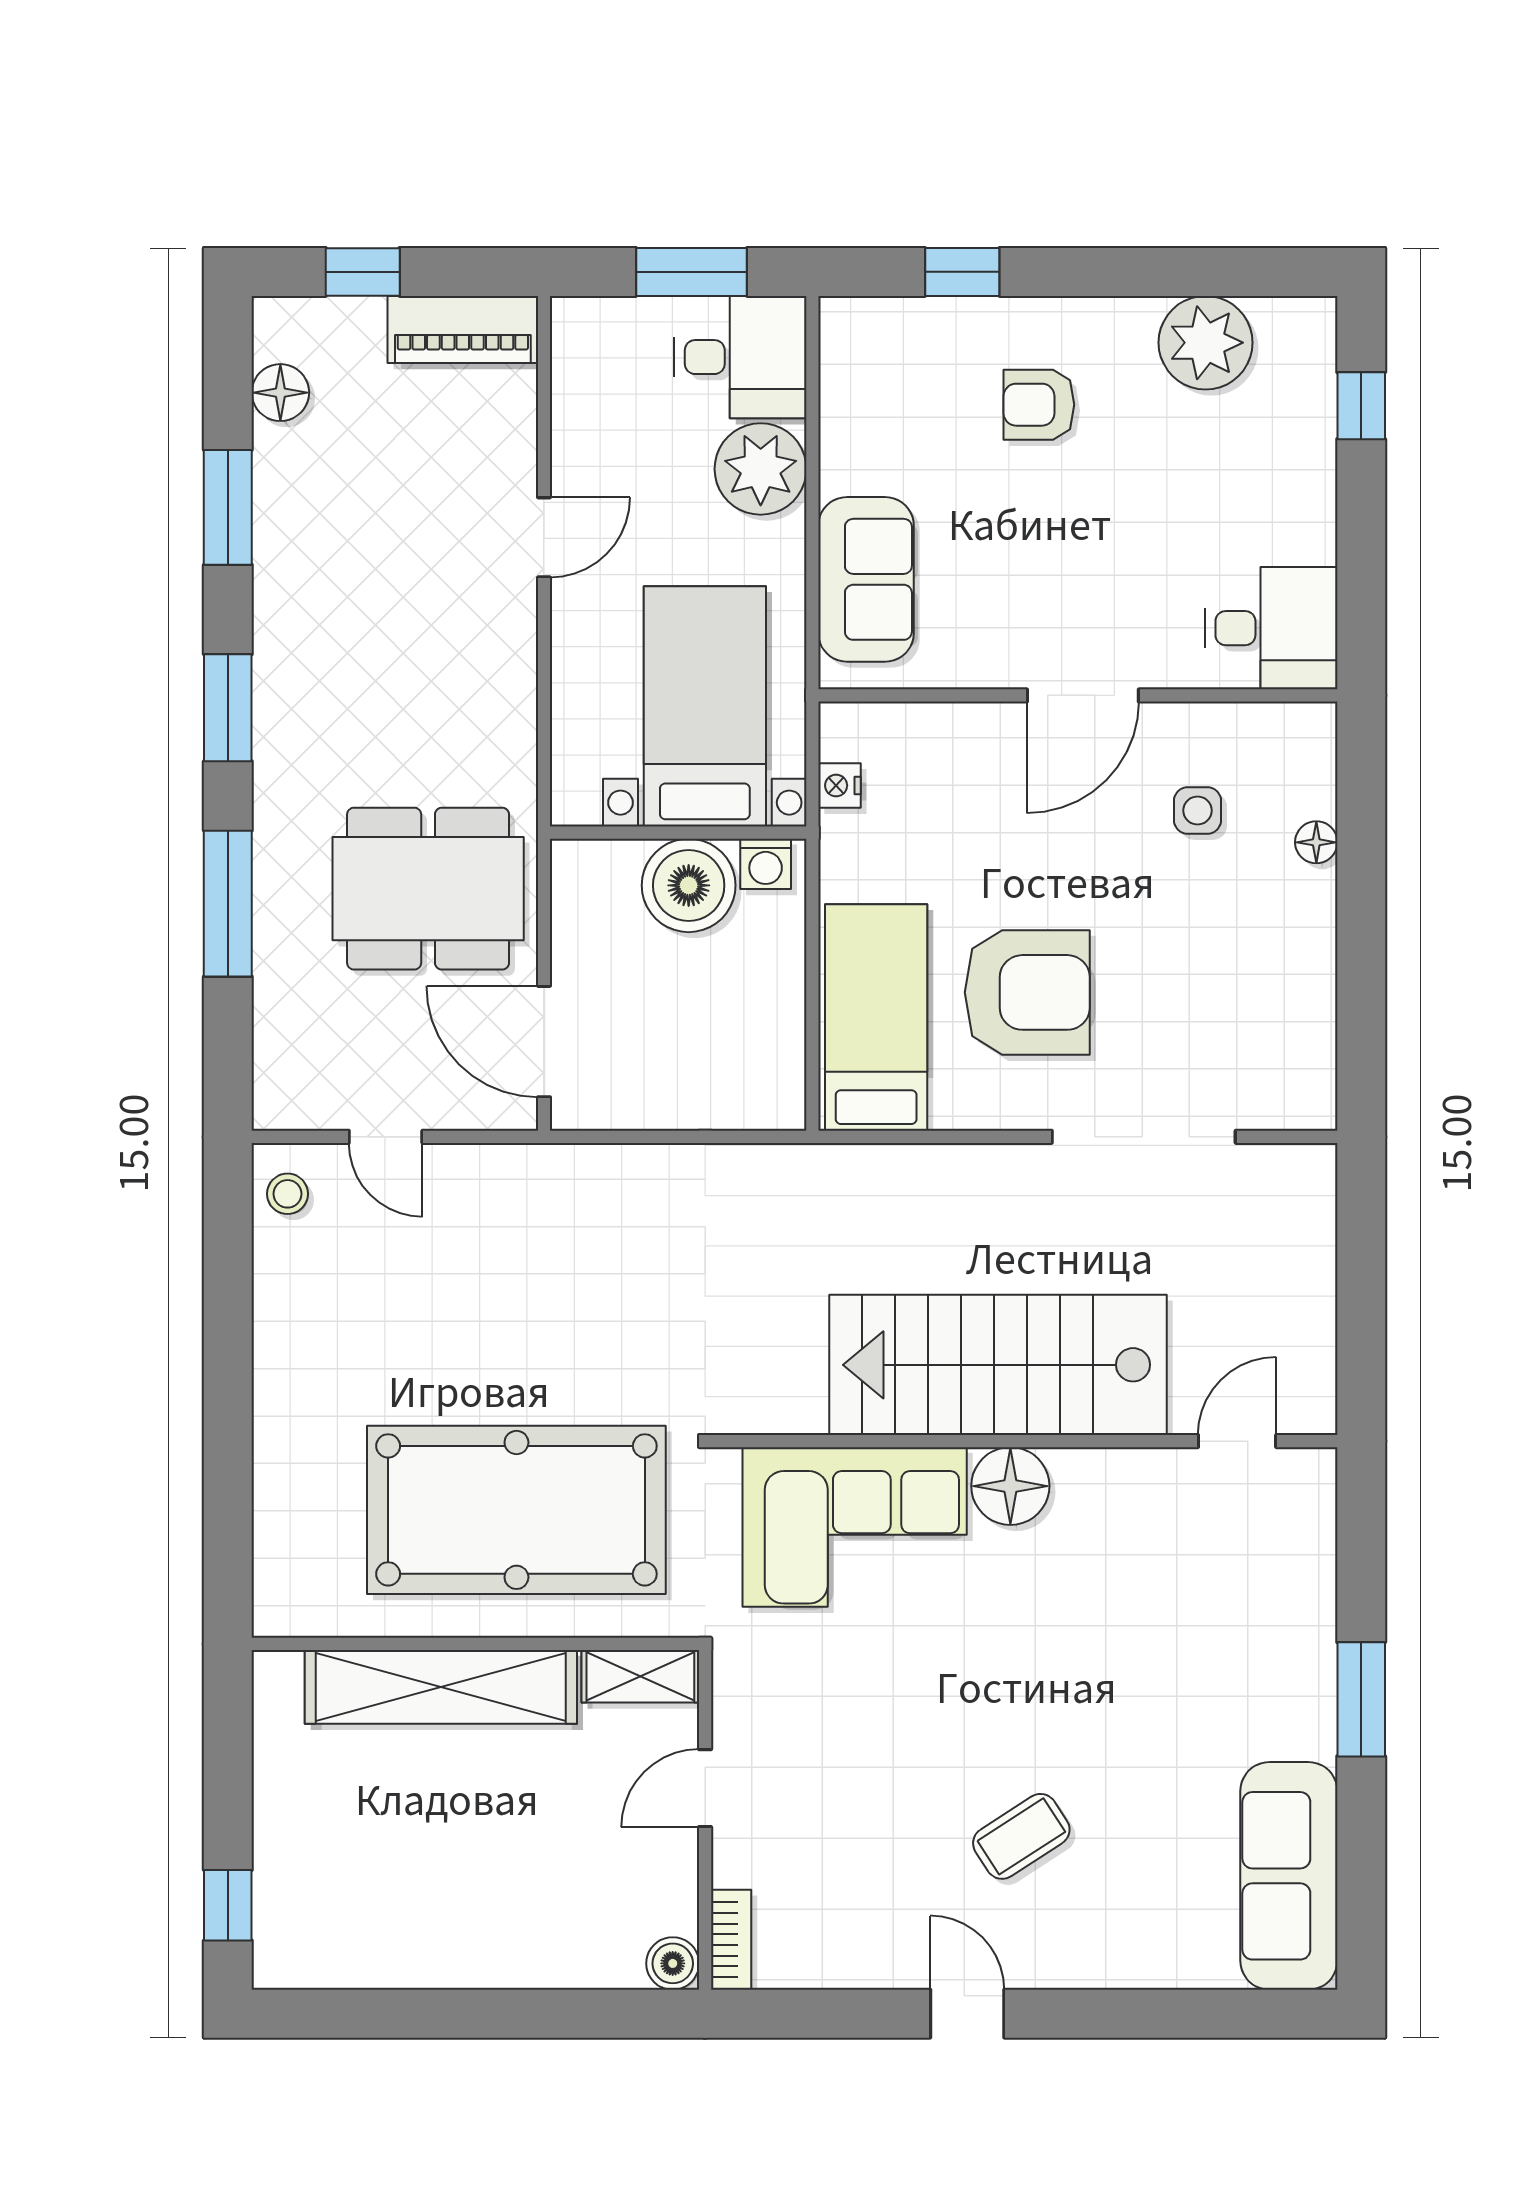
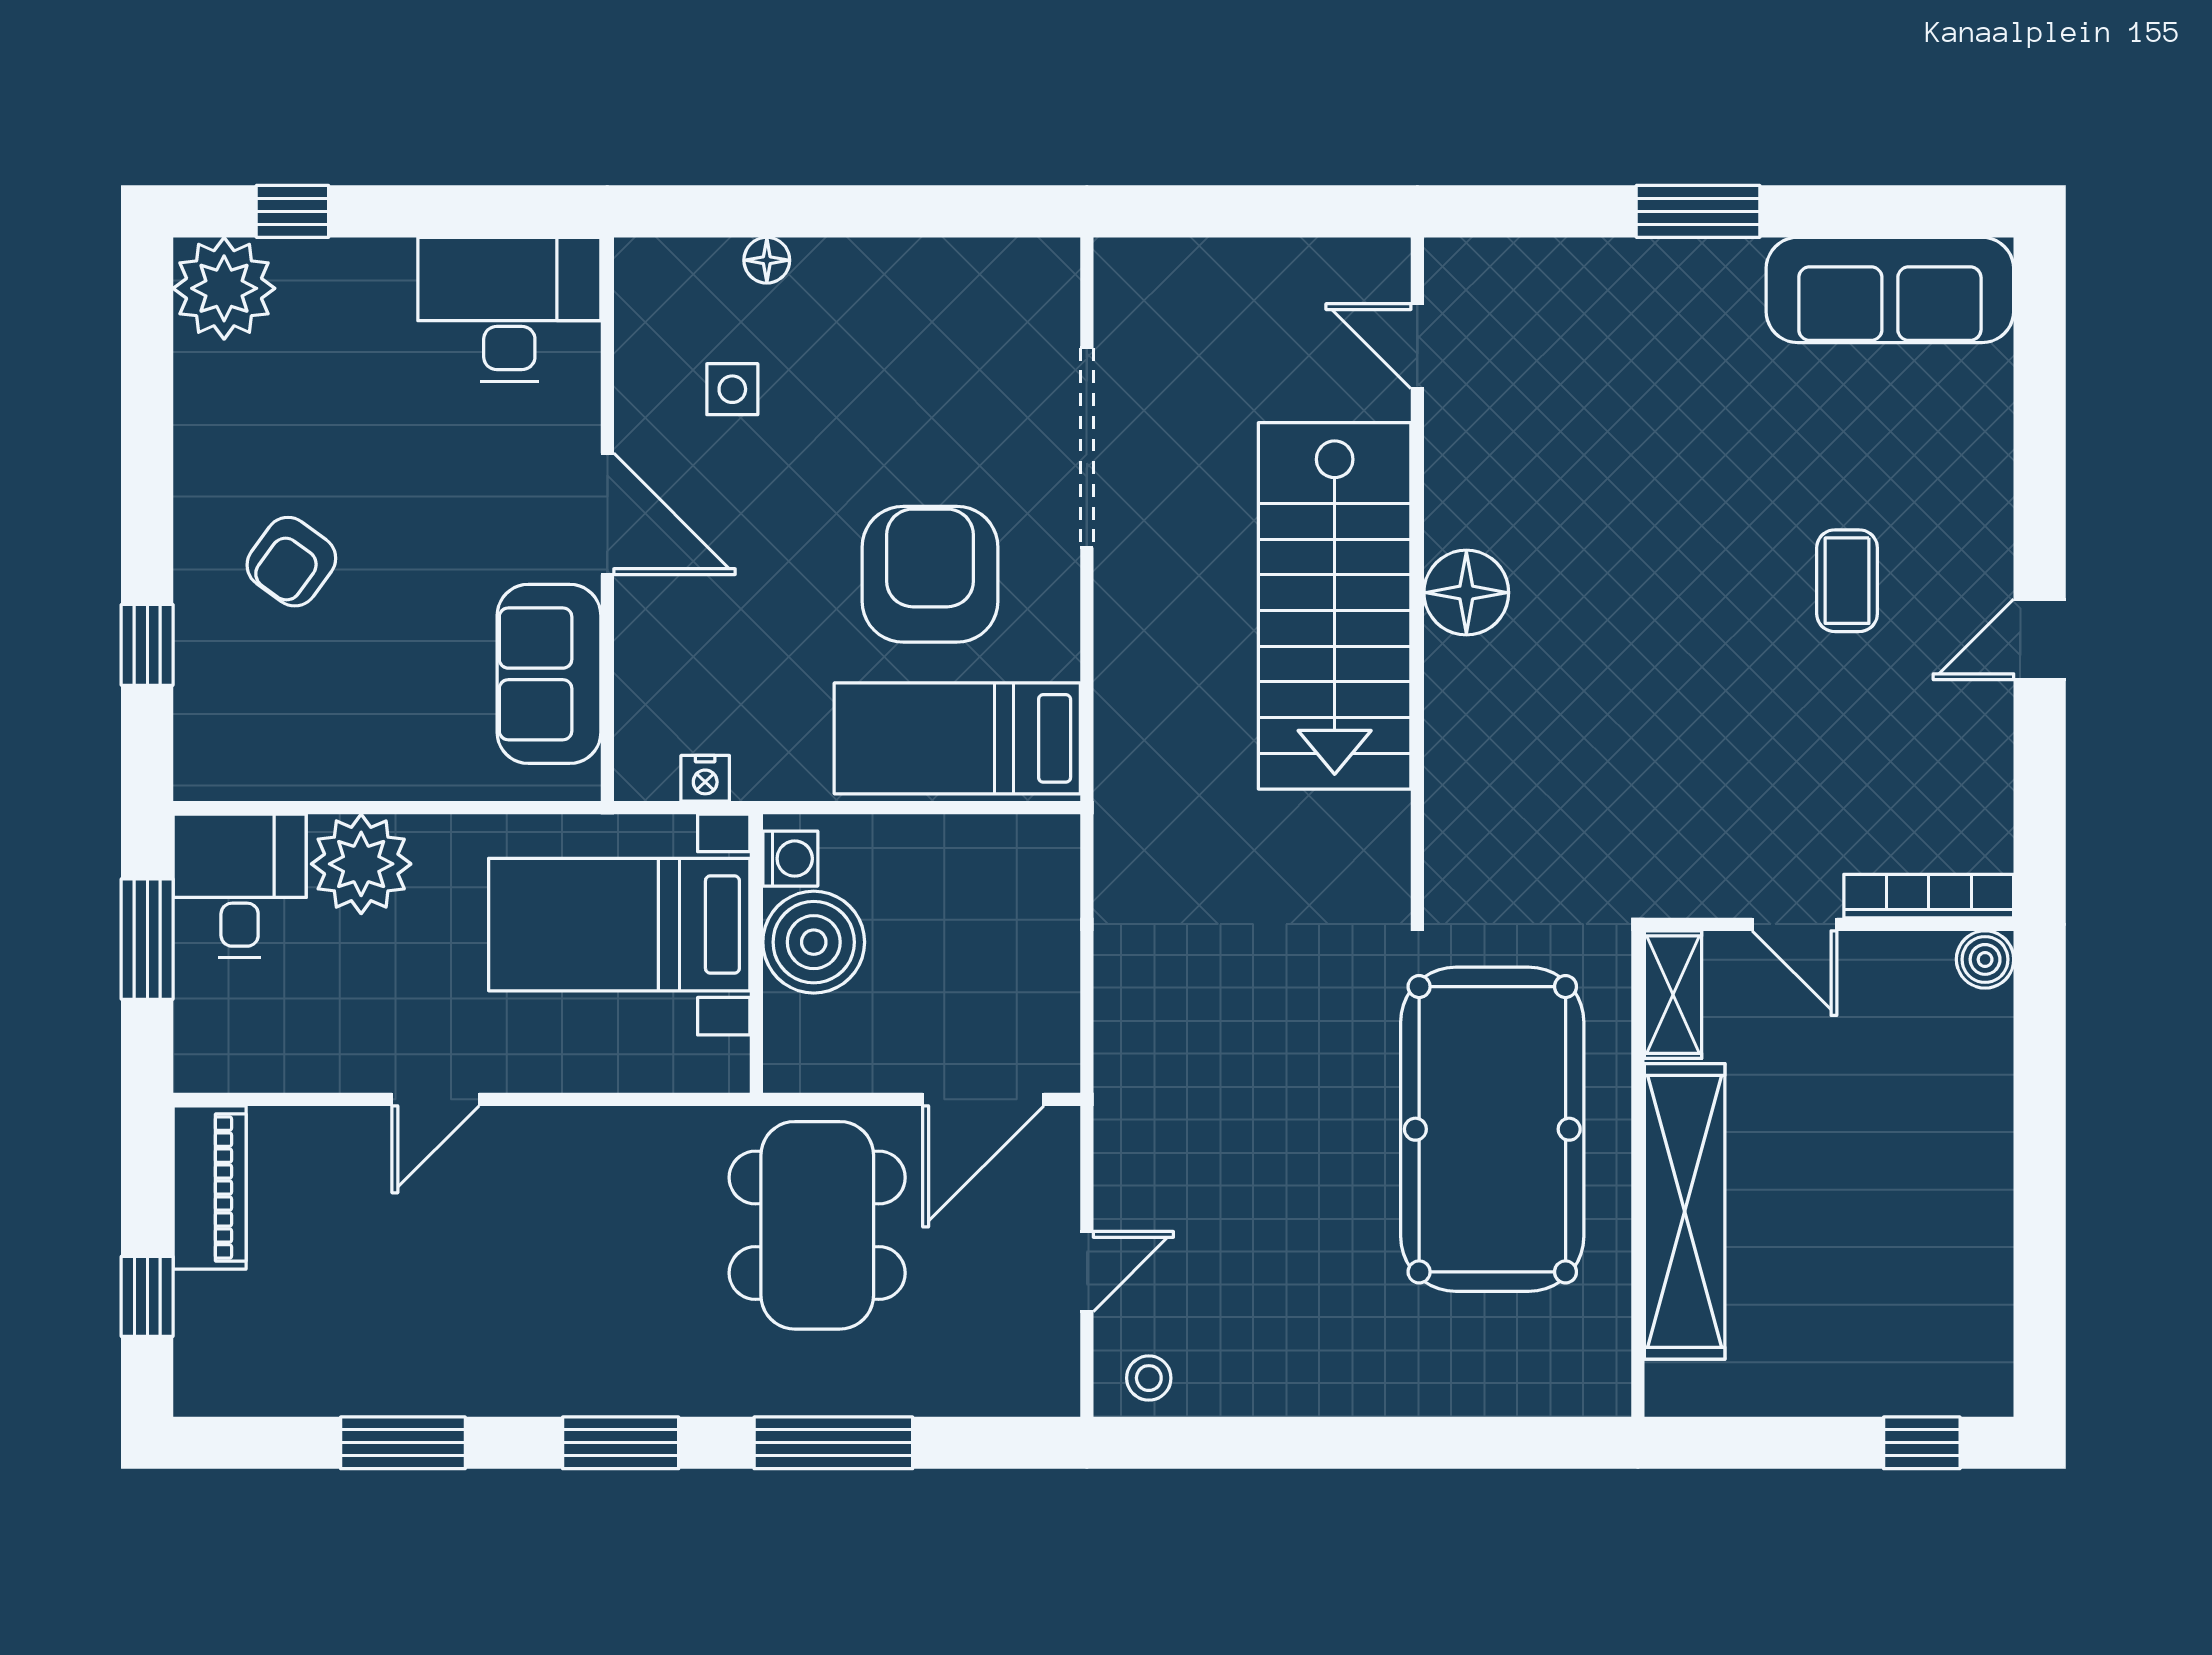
plant: (1206, 343) -> (224, 288), moved
floor lamp: (280, 393) -> (278, 1386), removed
armchair: (1039, 405) -> (291, 562), turned 36
door: (544, 537) -> (435, 1099), swing flipped
sofa: (866, 579) -> (549, 674), moved, turned -90
desk: (1271, 628) -> (509, 309), width x1.37
corner sofa: (855, 1527) -> (1511, 762), removed
coffee table: (1021, 1836) -> (1847, 581), turned 33
bookcase: (731, 1940) -> (1929, 896), width x1.56

